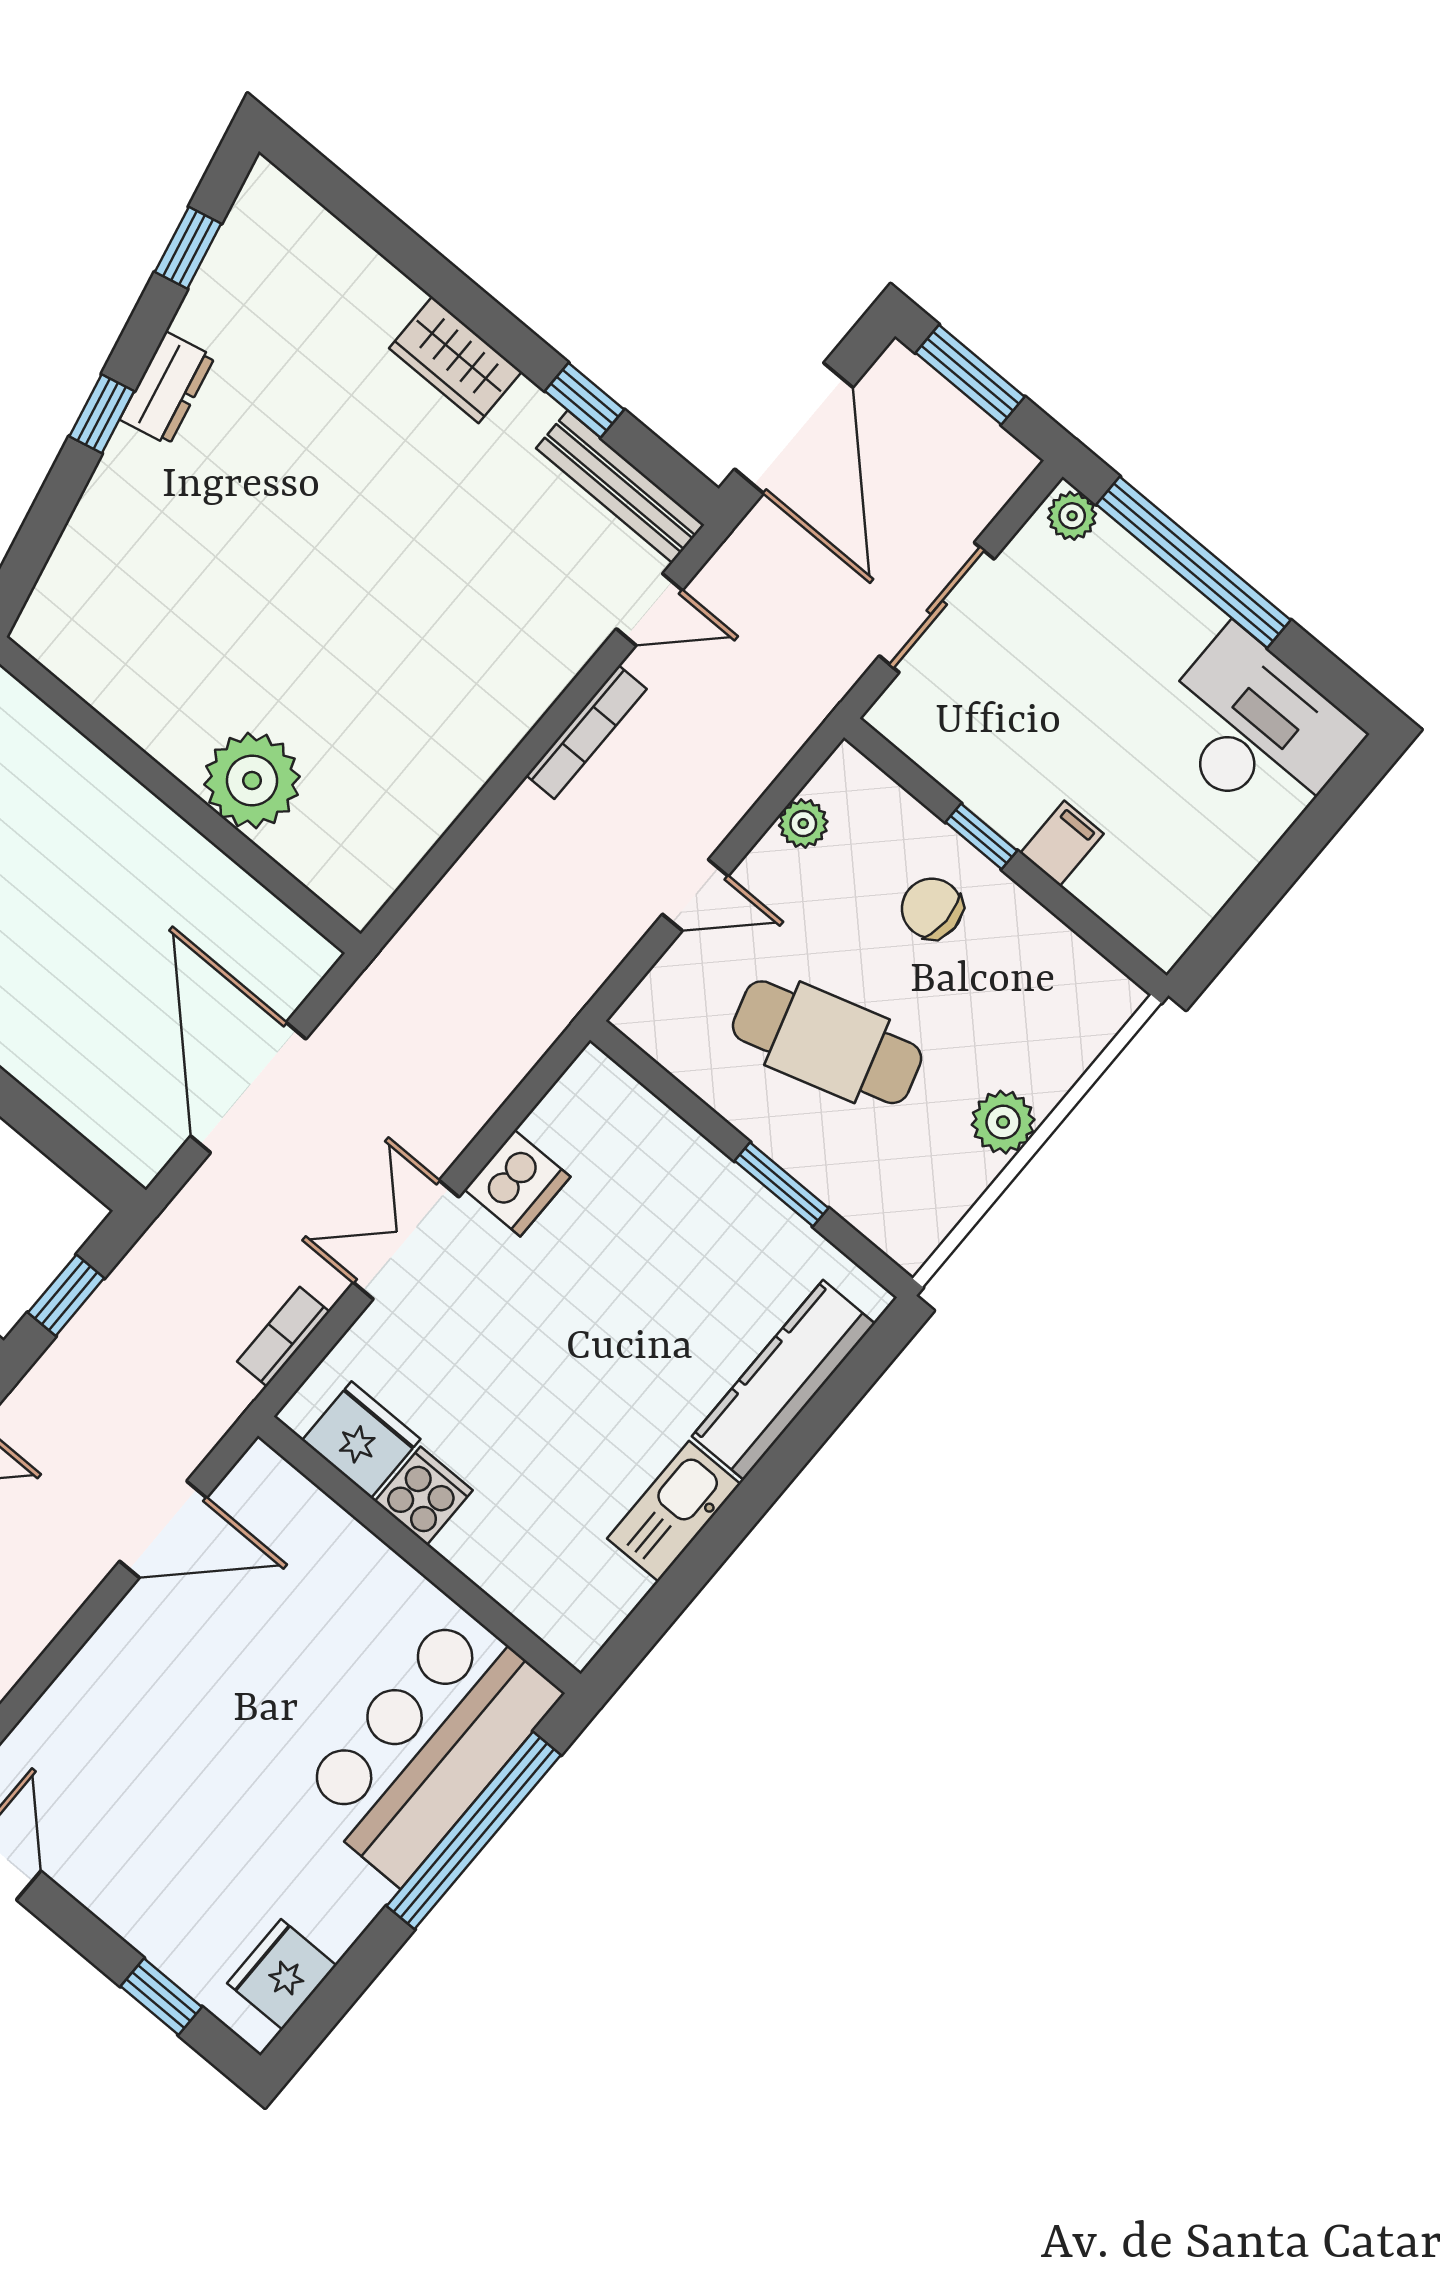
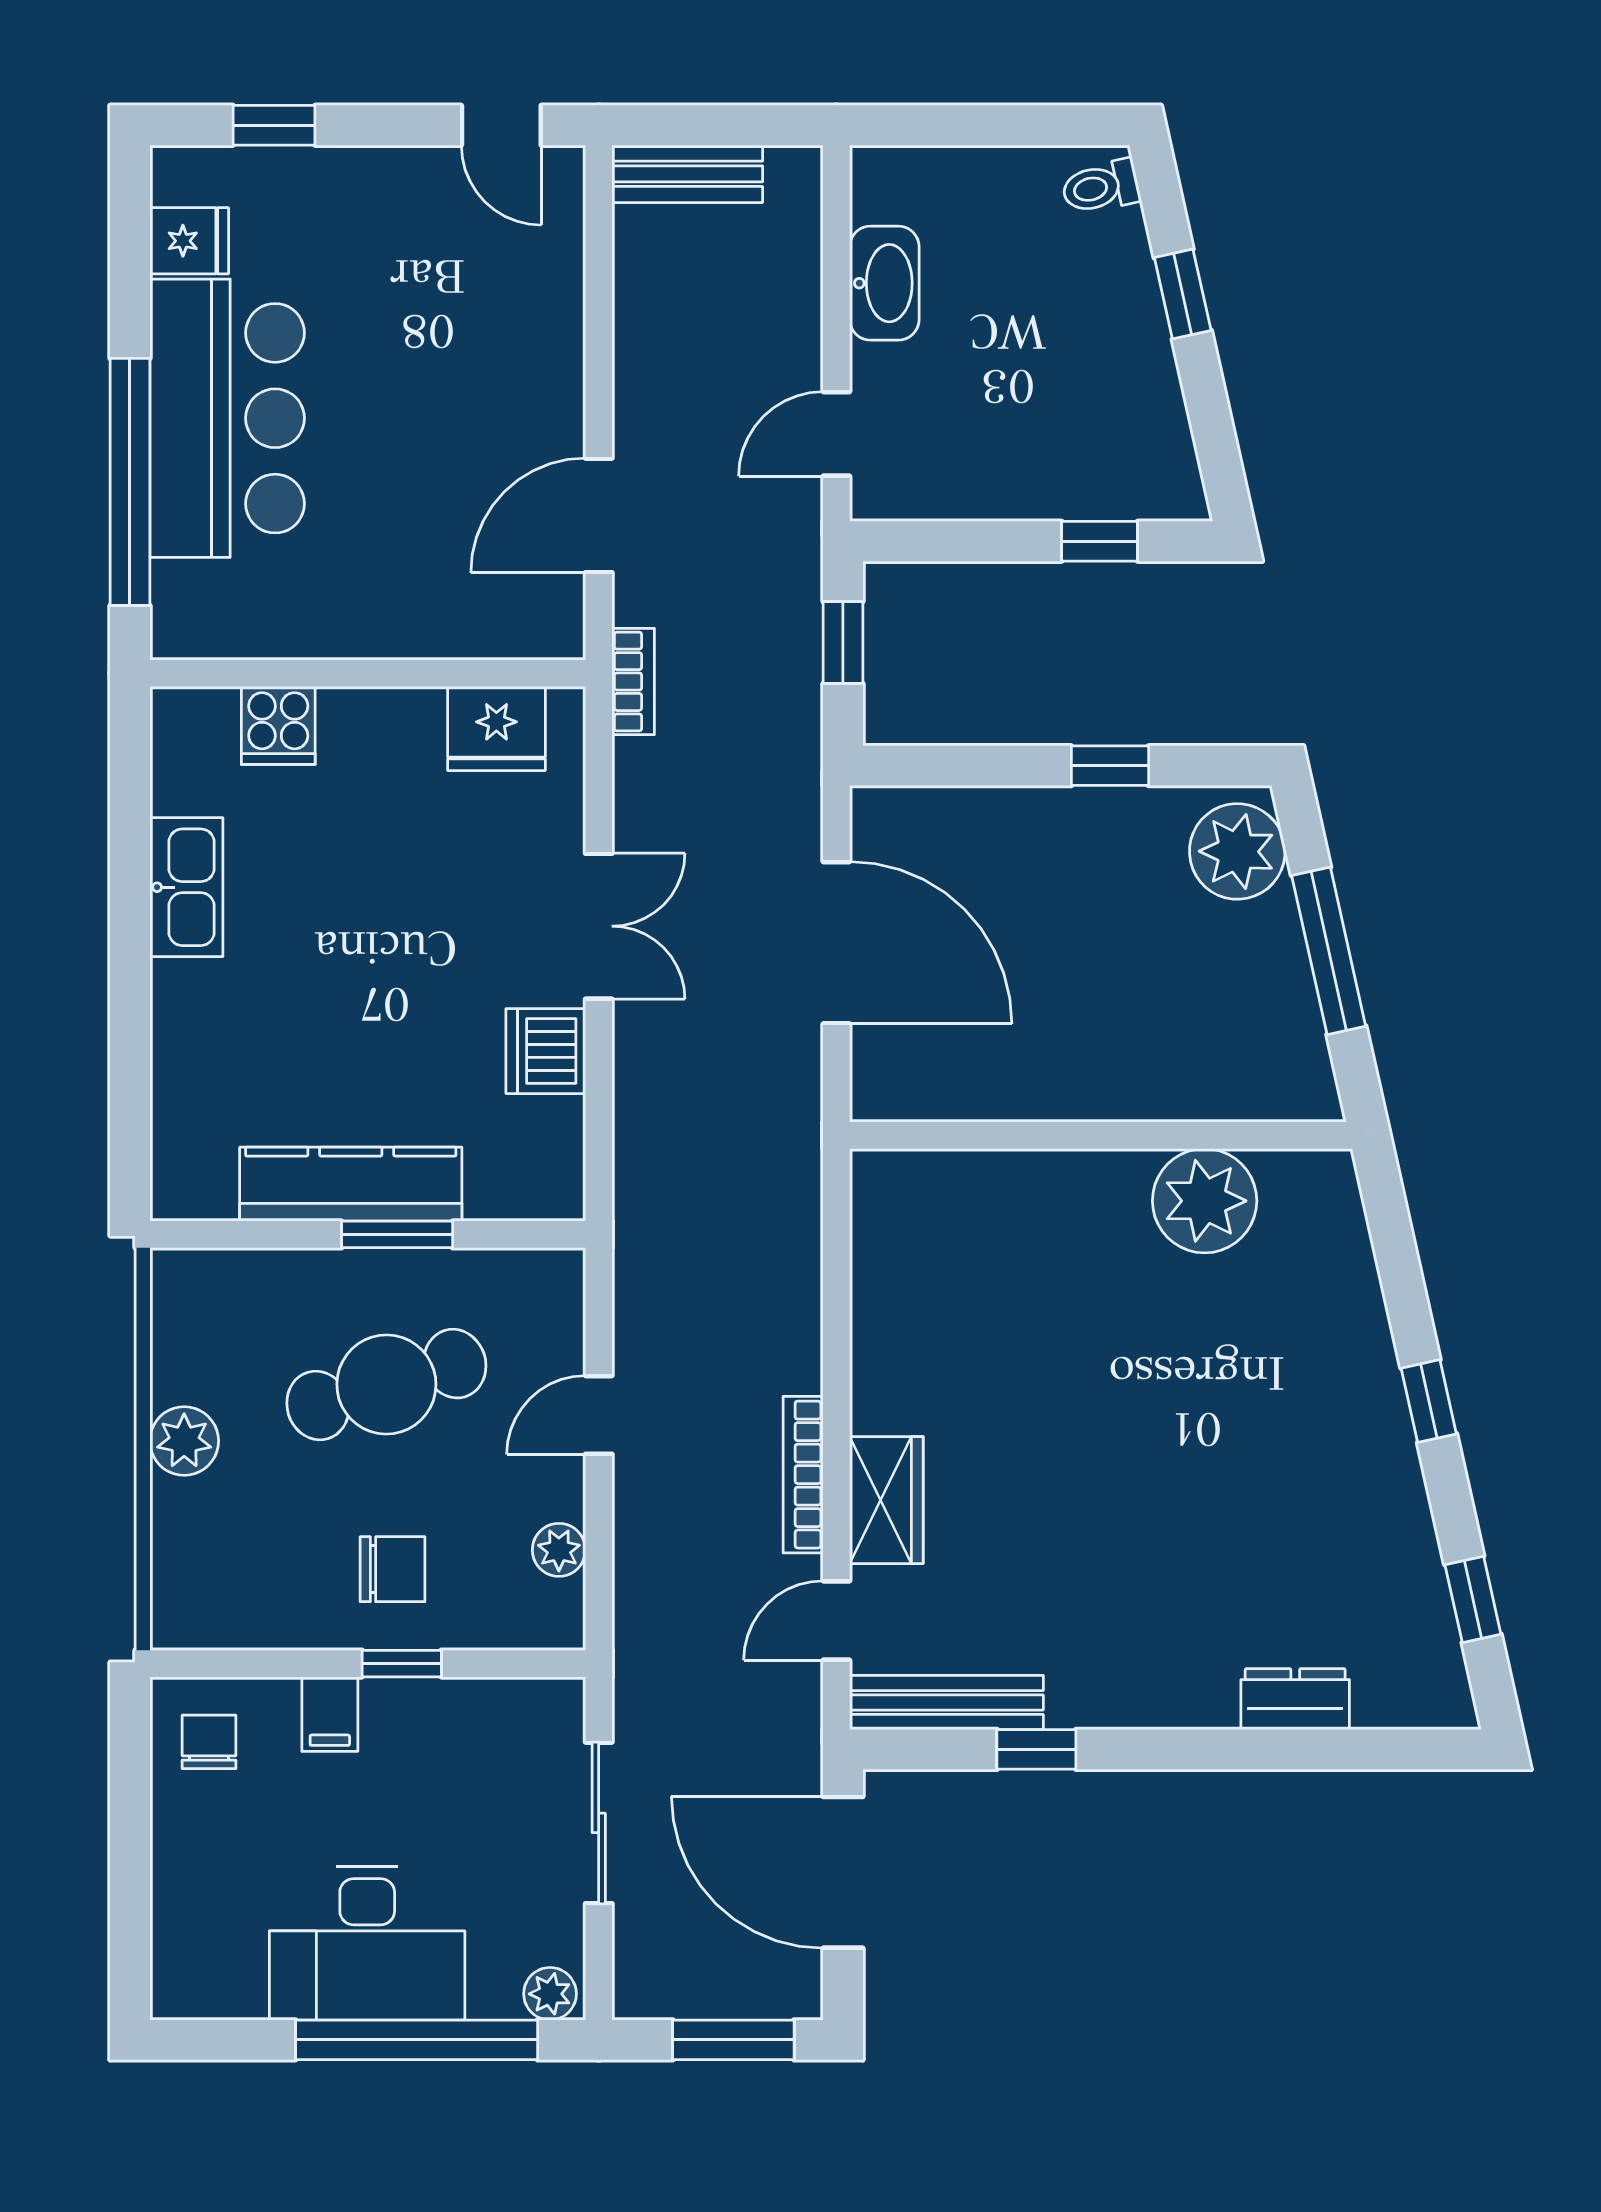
wardrobe: (455, 360) -> (886, 1500), moved, turned 90
dresser: (167, 388) -> (1295, 1699), moved, turned 103
desk: (1255, 730) -> (367, 1943), moved
plant: (252, 781) -> (1205, 1201), moved
chair: (1164, 895) -> (209, 1742), added
window: (782, 1184) -> (397, 1234), moved
bookcase: (283, 1337) -> (633, 682), moved
kitchen counter: (783, 1380) -> (351, 1184), moved, turned -90
cooker: (424, 1496) -> (278, 725), moved
bar counter: (428, 1745) -> (227, 418), moved
fridge: (282, 1974) -> (189, 241), width x0.72

